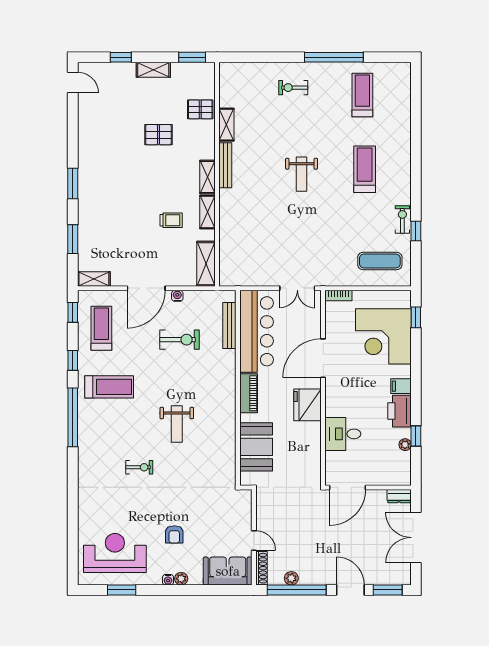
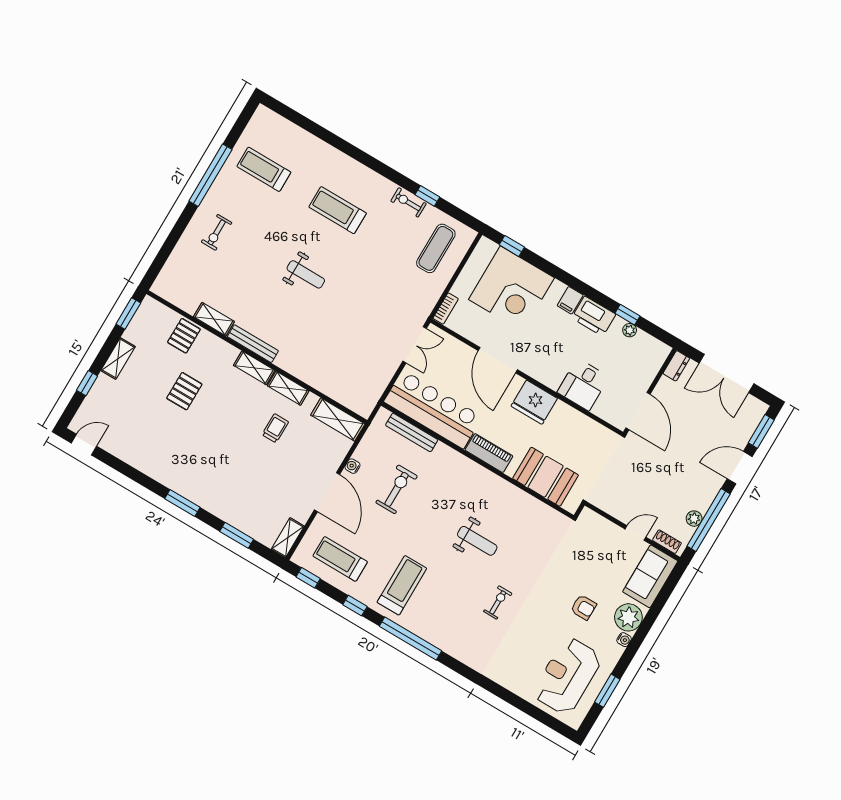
shoe rack: (262, 568) -> (667, 542), width x0.70
plant: (181, 579) -> (628, 617), width x1.87, depth x1.87

